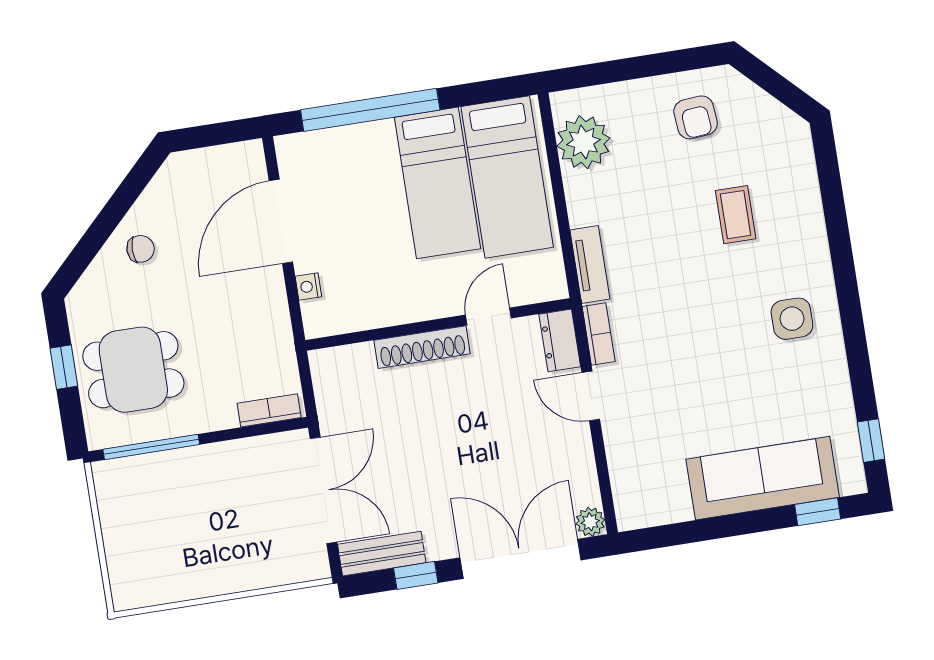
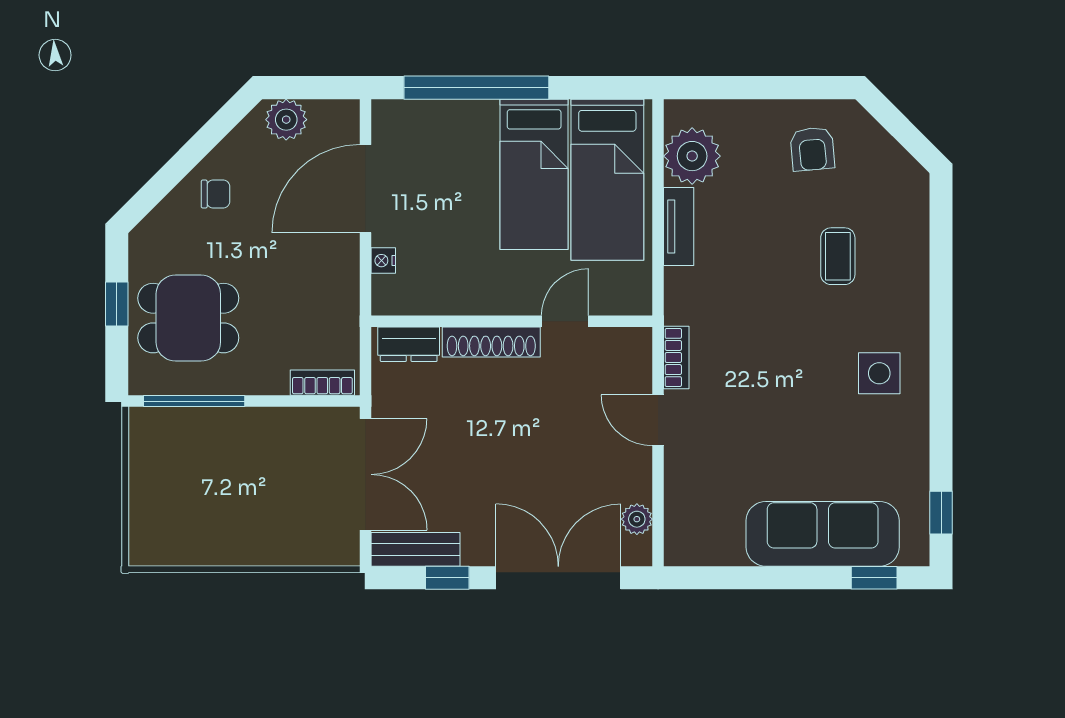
plant: (196, 168) -> (286, 120), added
tv unit: (590, 264) -> (679, 227), moved
dresser: (560, 340) -> (409, 344), moved, turned -90
plant: (590, 522) -> (637, 519), moved

